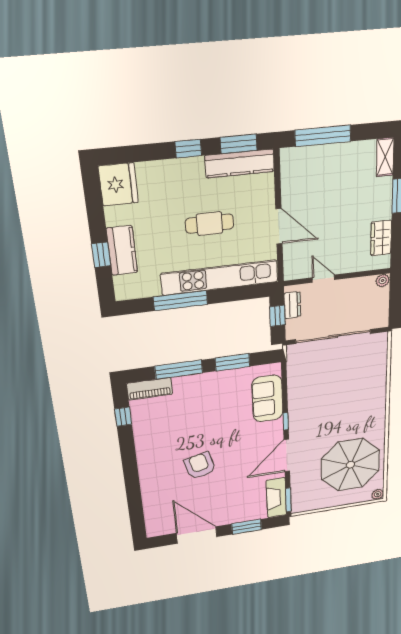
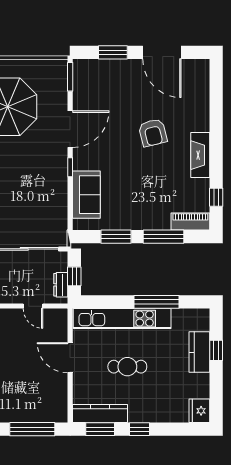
fridge: (118, 184) -> (199, 411), width x0.73, depth x0.75
fireplace: (276, 498) -> (200, 155), moved, turned 180

